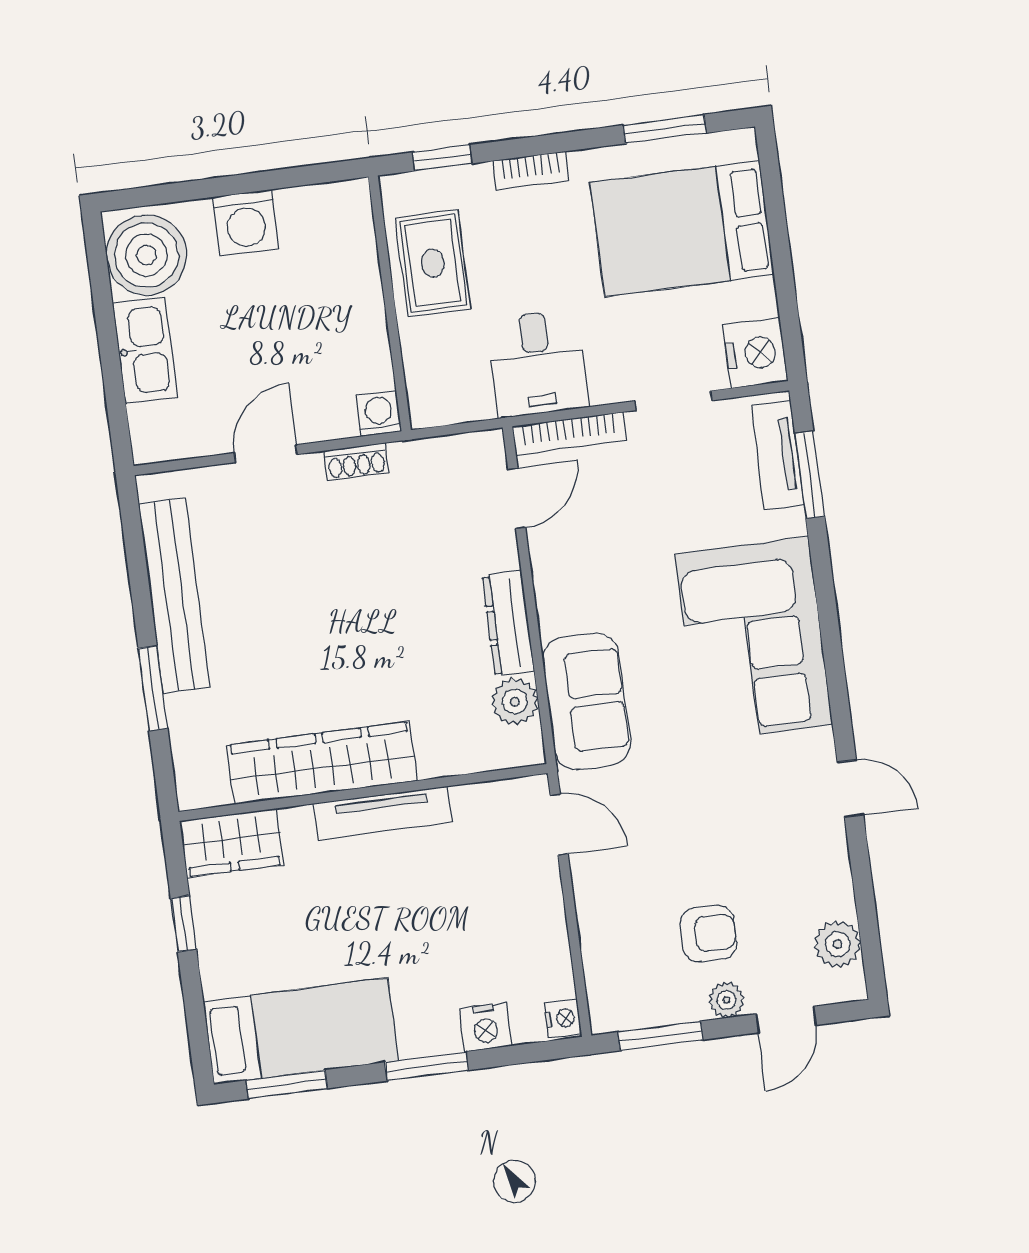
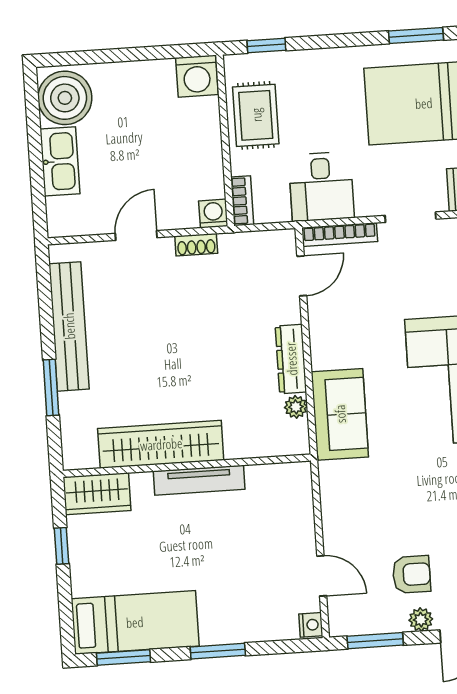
bookcase: (531, 170) -> (242, 201), moved, turned -90
washing machine: (245, 223) -> (197, 76), moved
plant: (515, 702) -> (296, 407), width x0.73, depth x0.73
door: (559, 825) -> (322, 576), moved
nightstand: (485, 1027) -> (259, 628), removed

